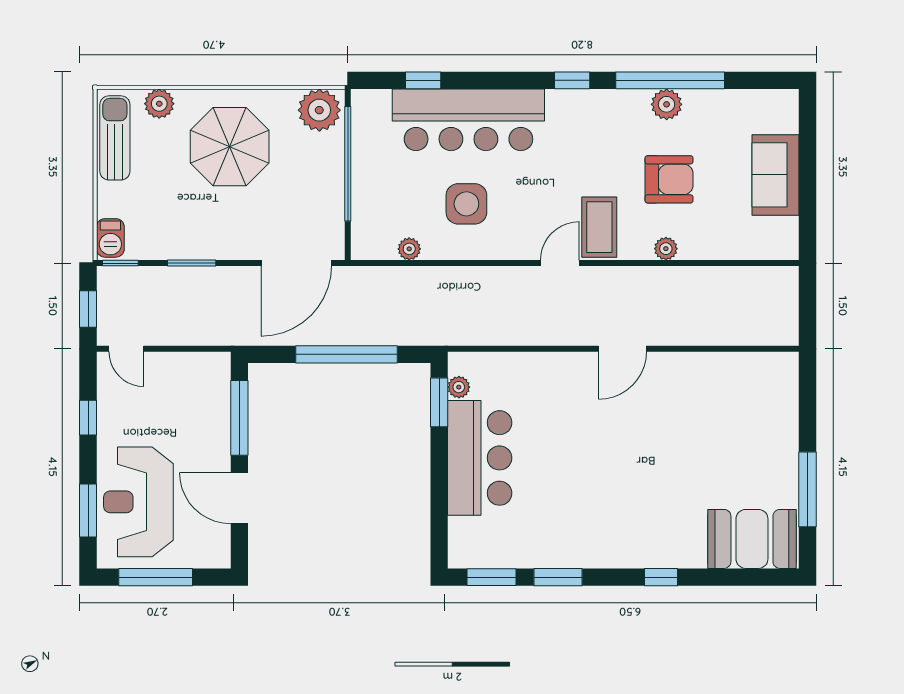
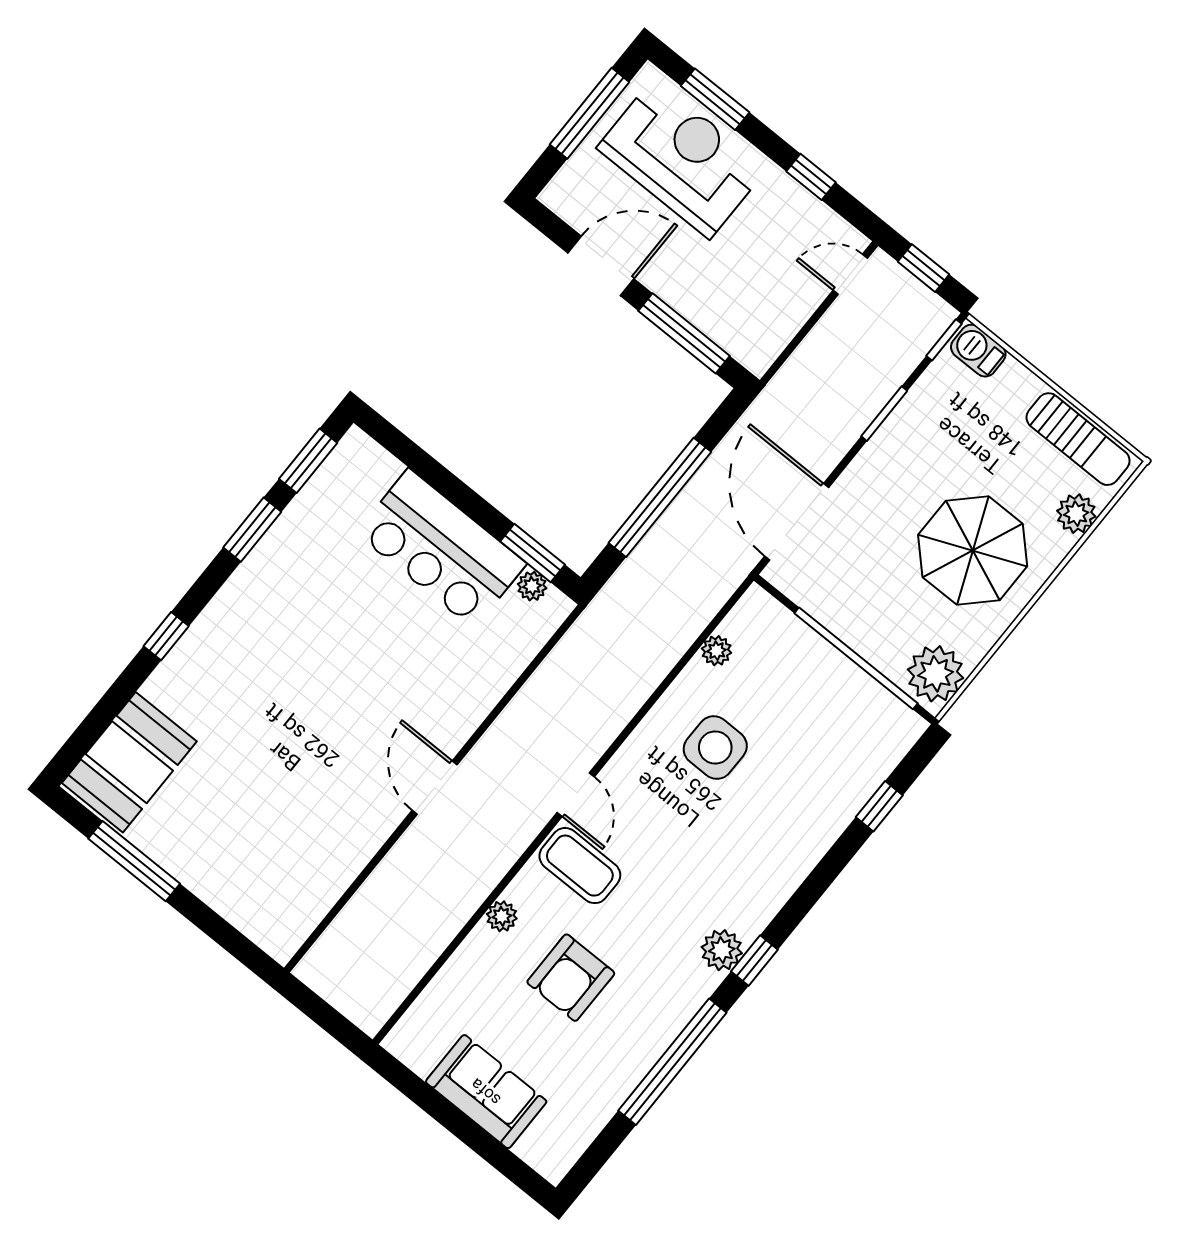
plant: (667, 104) -> (722, 950), moved
bar counter: (468, 120) -> (800, 820), removed

